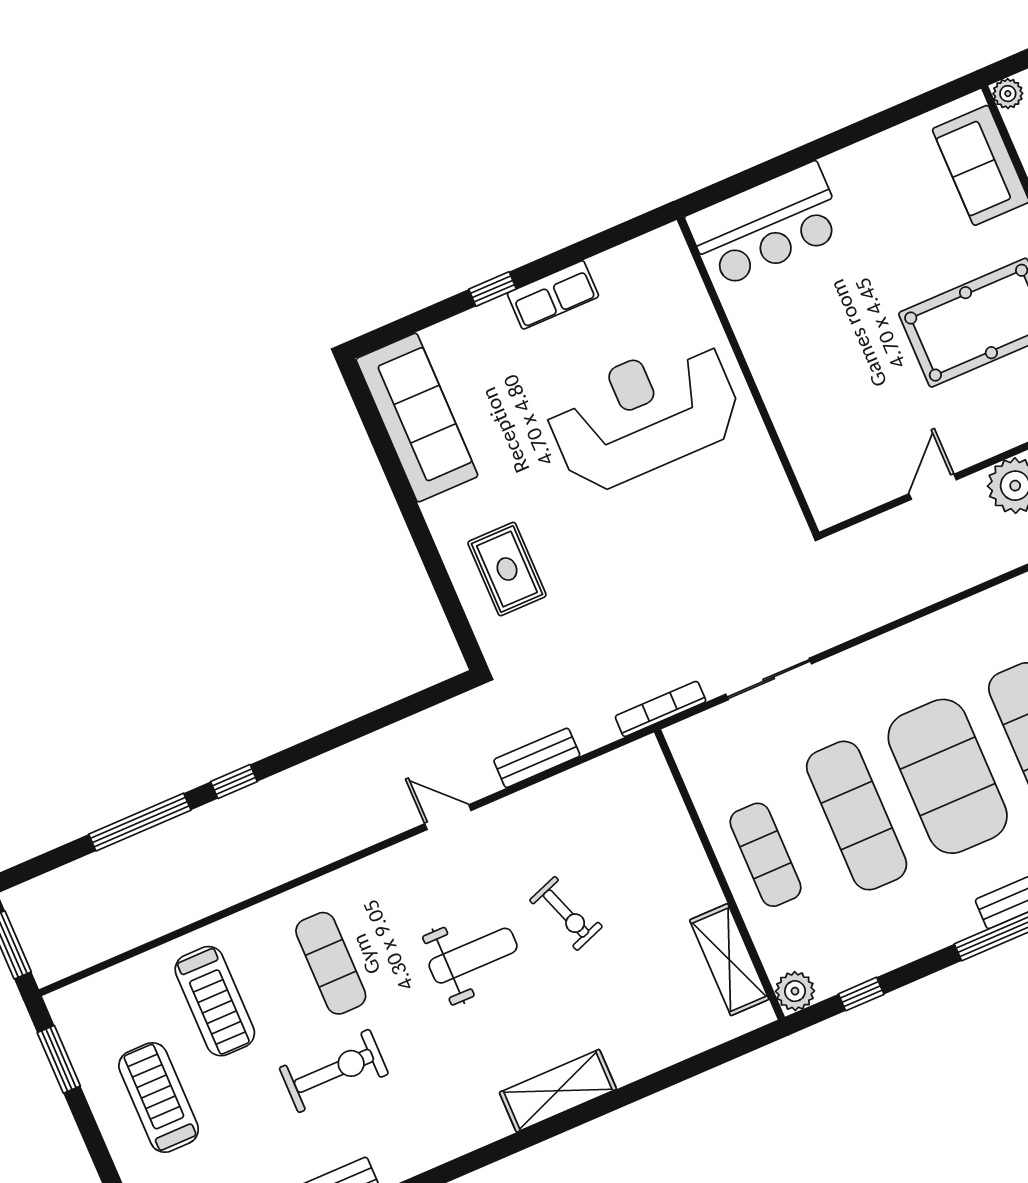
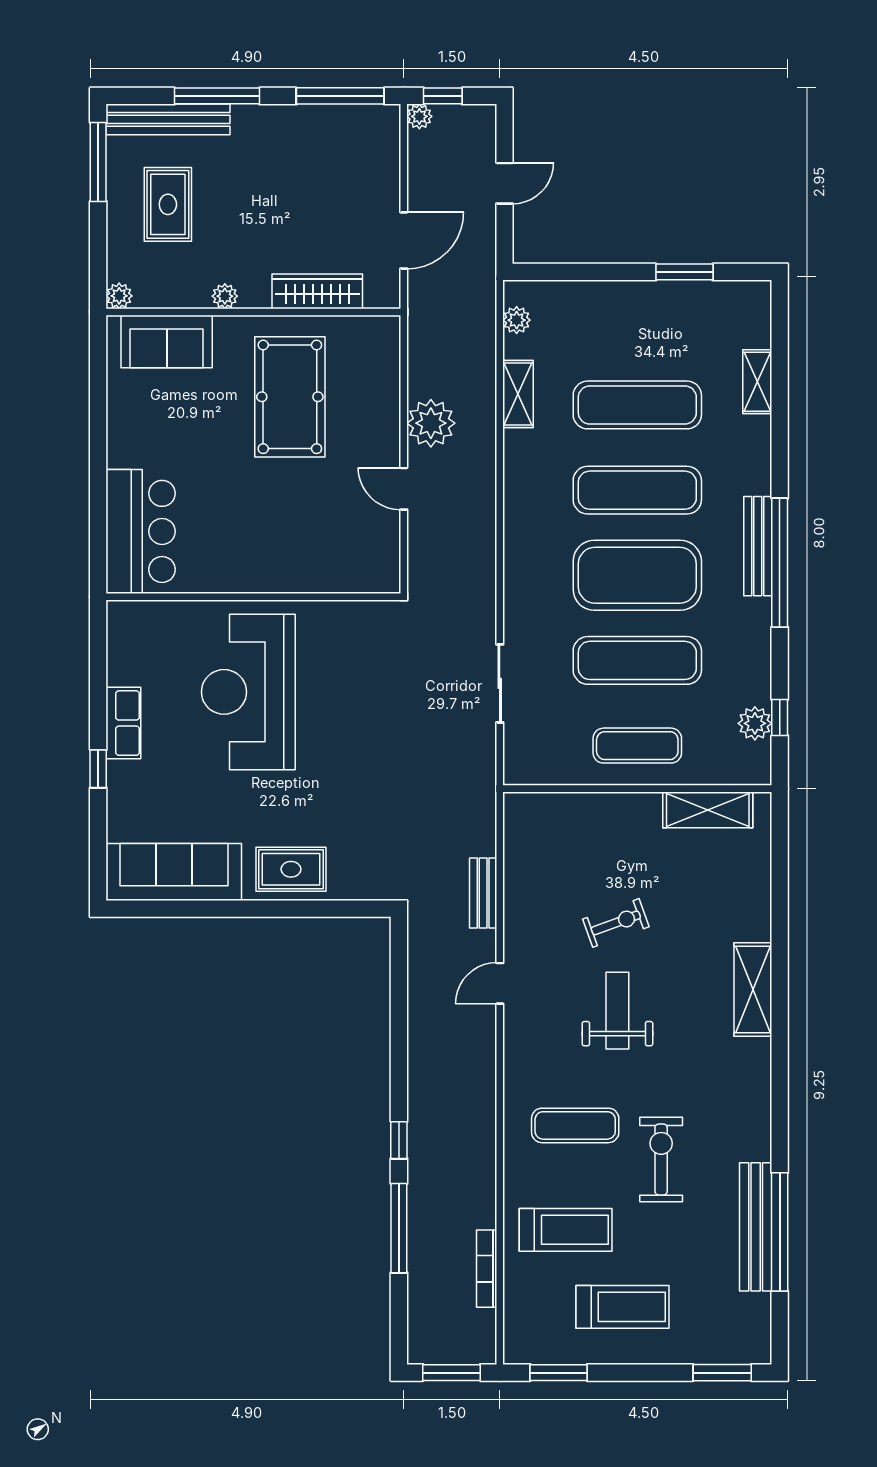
rug: (507, 569) -> (291, 869), moved
bookcase: (661, 709) -> (487, 1269), moved
plant: (795, 991) -> (755, 723), moved
treadmill: (159, 1097) -> (623, 1307), turned 180

